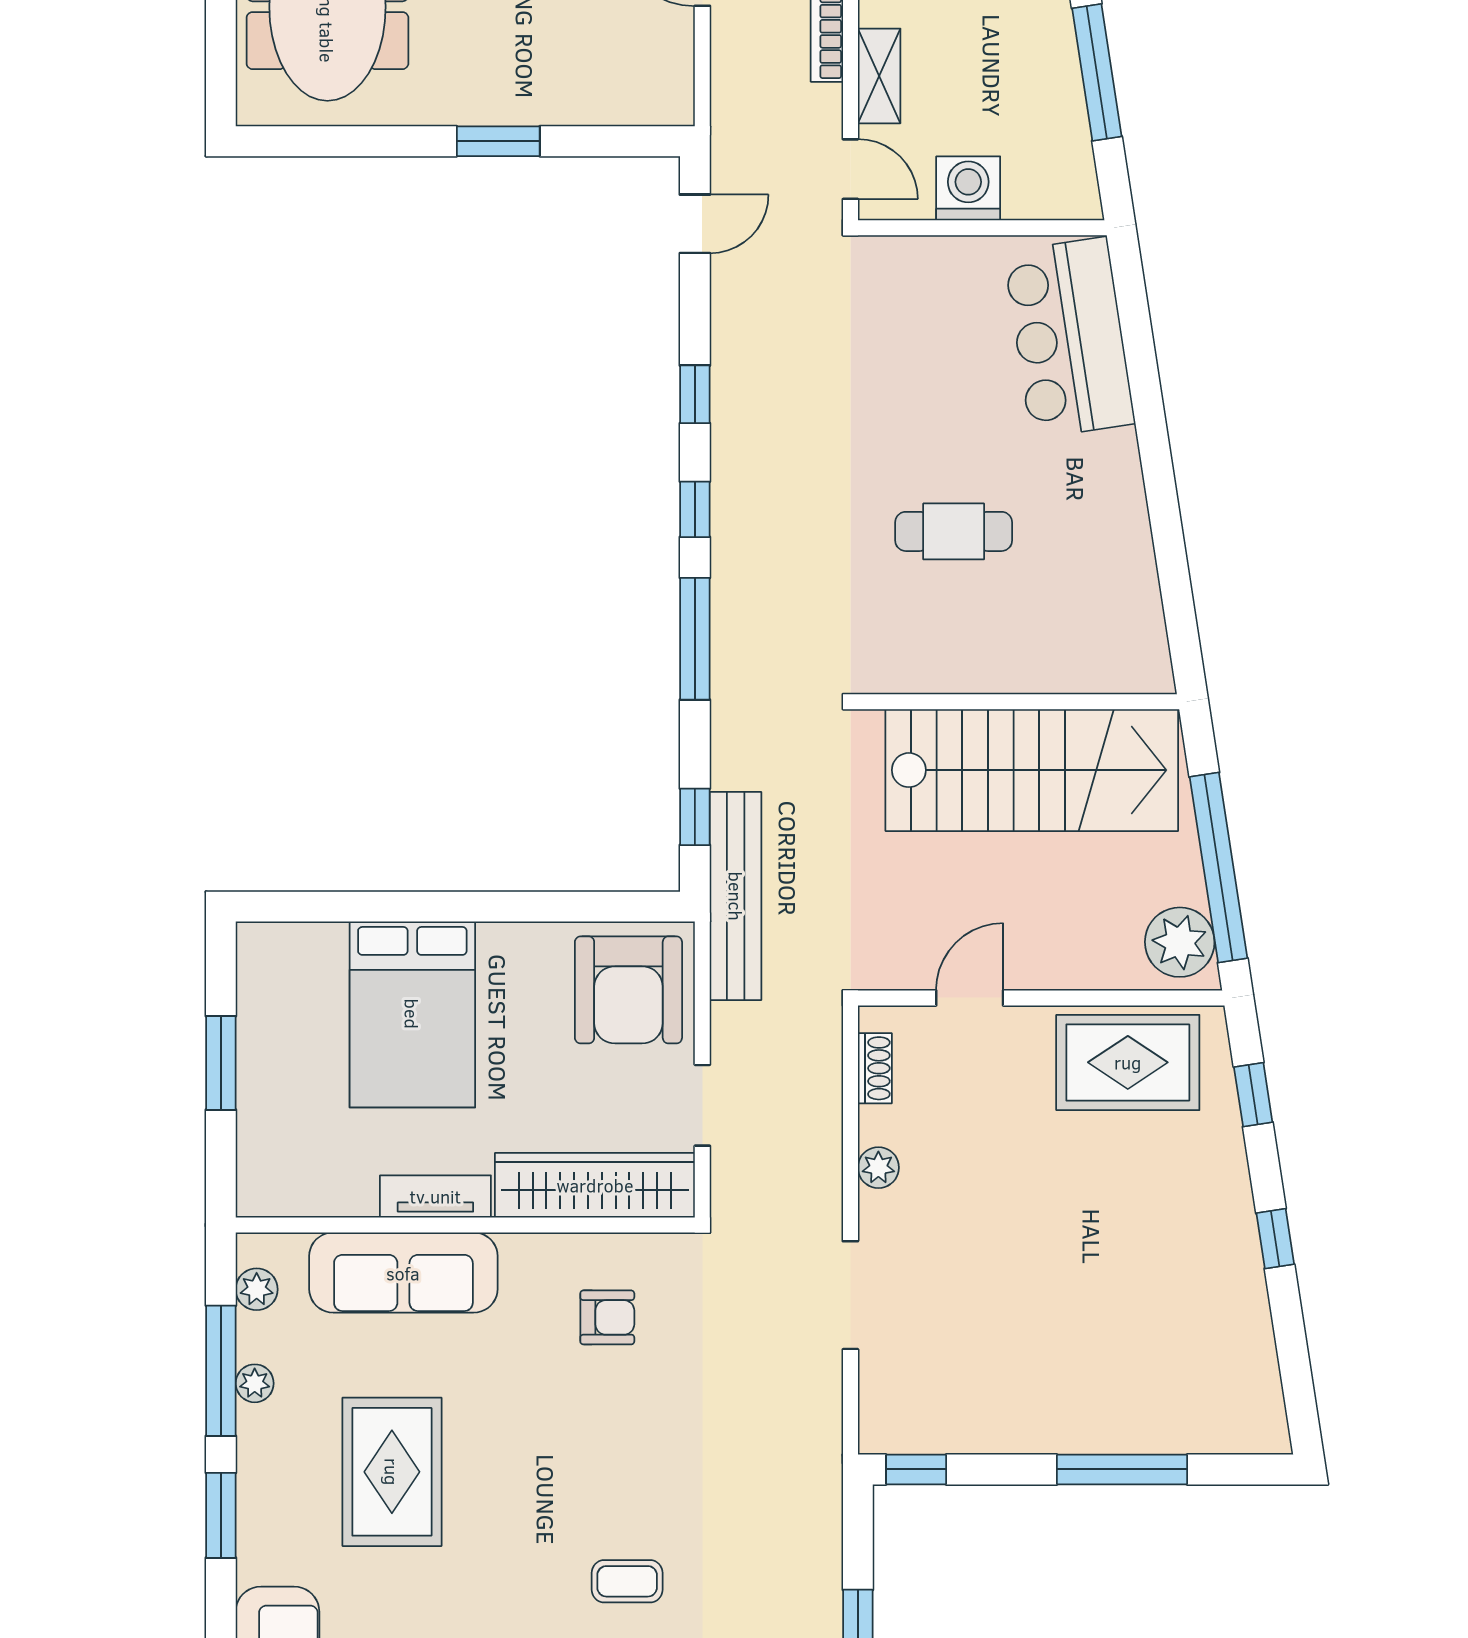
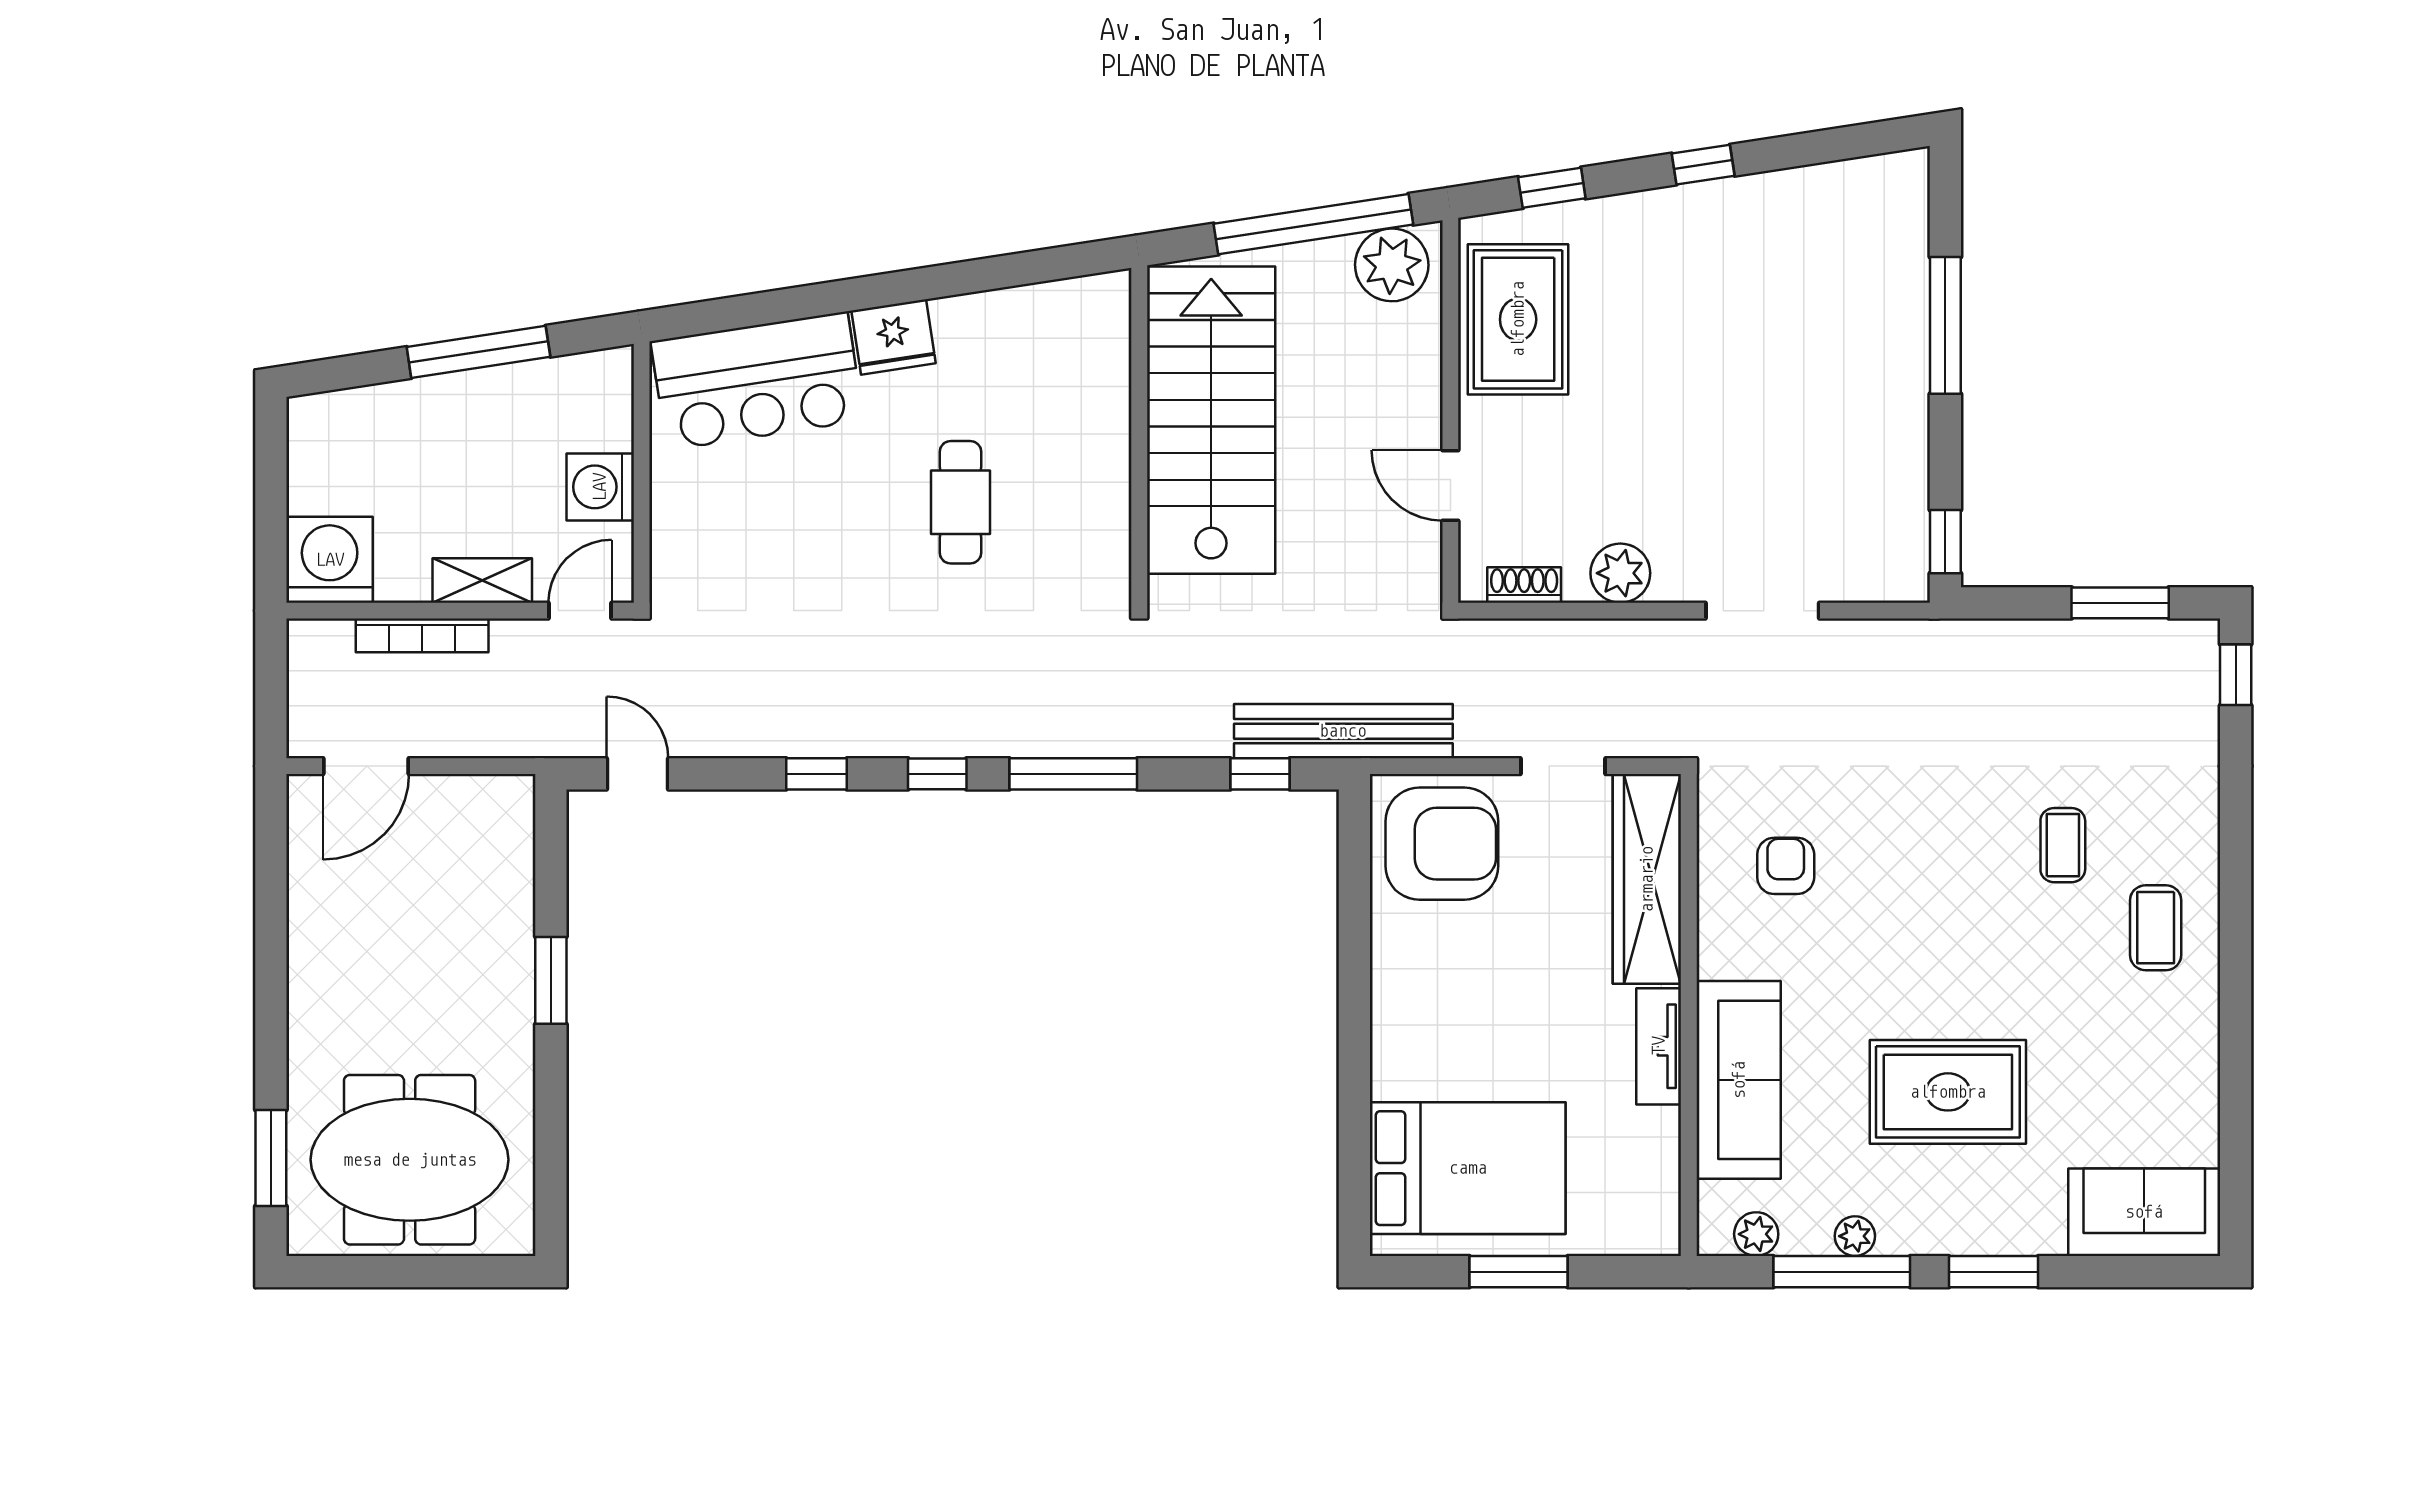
fridge: (1111, 468) -> (894, 337), added
bed: (412, 1014) -> (1468, 1168), moved
plant: (878, 1168) -> (1620, 573), width x1.38, depth x1.38

